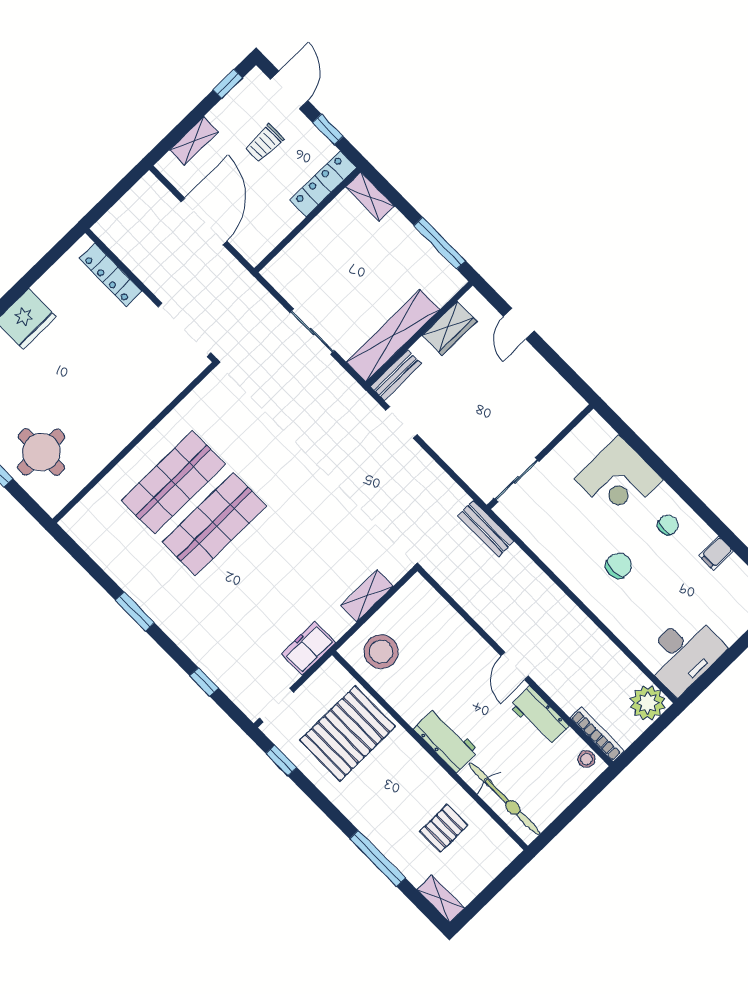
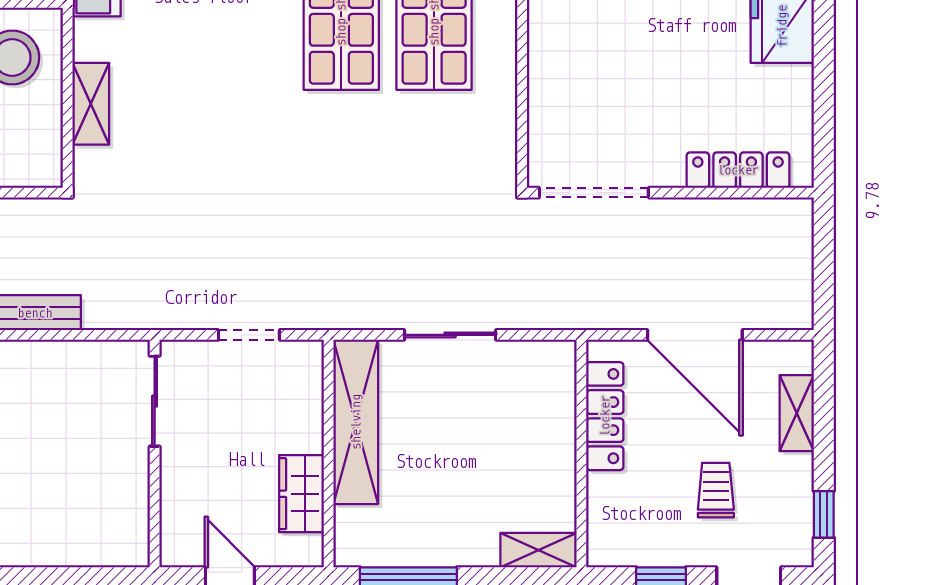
locker: (323, 184) -> (605, 416), moved
bench: (396, 375) -> (308, 381), removed
wall: (540, 457) -> (155, 453), moved
sliding door: (516, 480) -> (155, 401), moved

